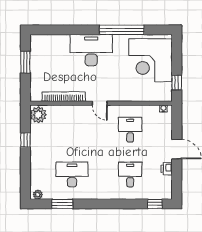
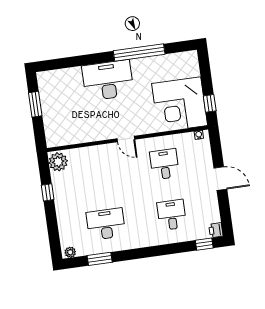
corner desk: (151, 60) -> (180, 105), moved
bookcase: (64, 97) -> (84, 137), removed
printer: (167, 169) -> (216, 230), moved

